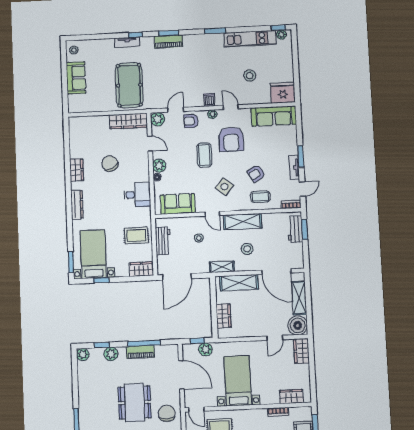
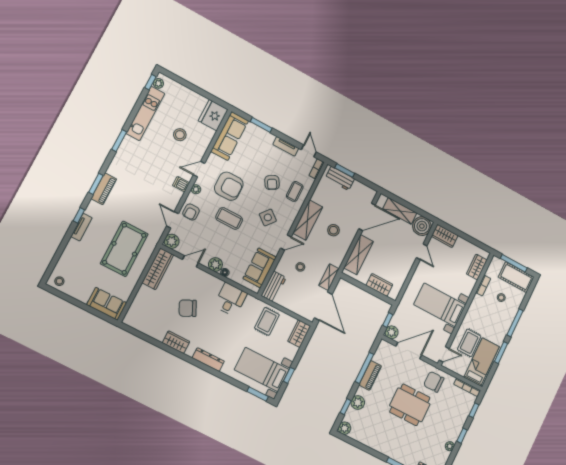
sofa: (76, 78) -> (107, 304), moved
pool table: (129, 85) -> (124, 249), turned 90
window: (301, 156) -> (261, 125), moved
workbench: (163, 241) -> (274, 287), moved, turned 90
shelving: (222, 267) -> (329, 277), moved
plant: (205, 349) -> (392, 332), moved

